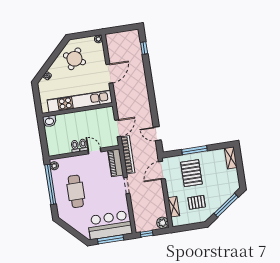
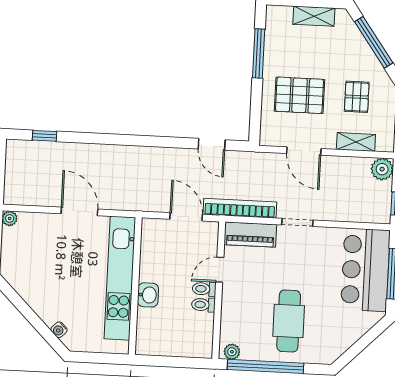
round table: (74, 59) -> (38, 272), removed
washbasin: (49, 121) -> (148, 295), moved
door: (157, 134) -> (212, 144), hinge flipped
window: (195, 150) -> (259, 54), moved
shelving: (231, 158) -> (314, 16), moved
door: (162, 170) -> (304, 151), moved
cafe table: (76, 191) -> (289, 321), turned 90

